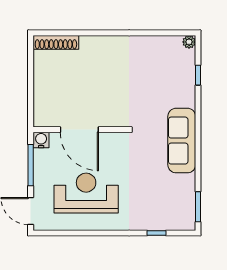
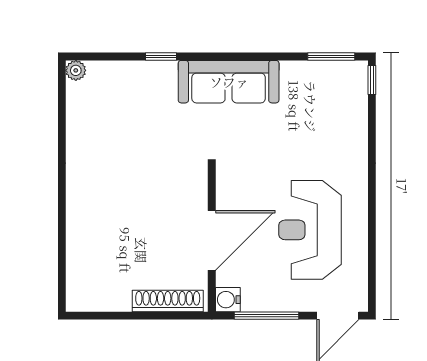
shoe rack: (56, 42) -> (168, 301), moved, turned -90
window: (198, 75) -> (161, 56), moved
window: (157, 233) -> (372, 80), moved

